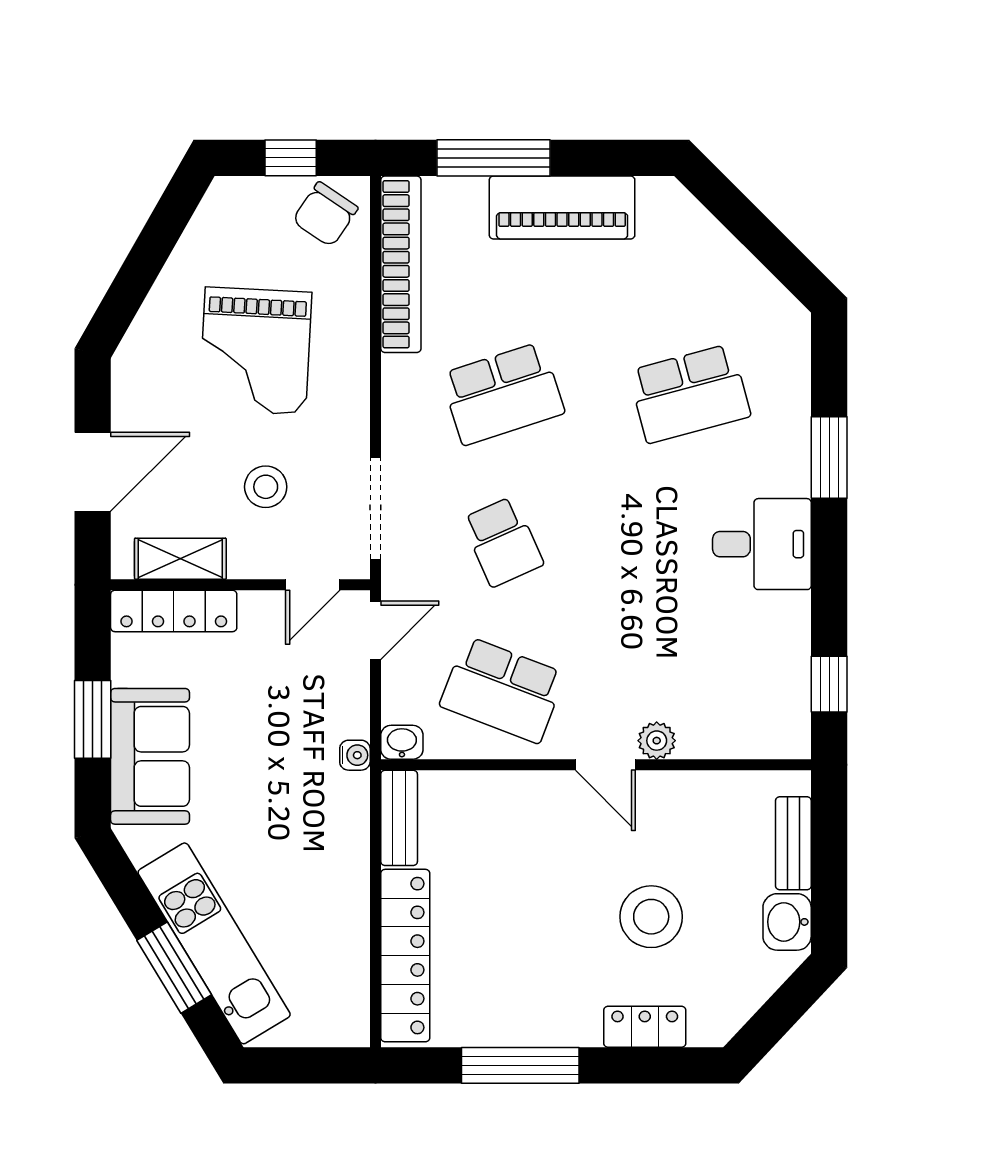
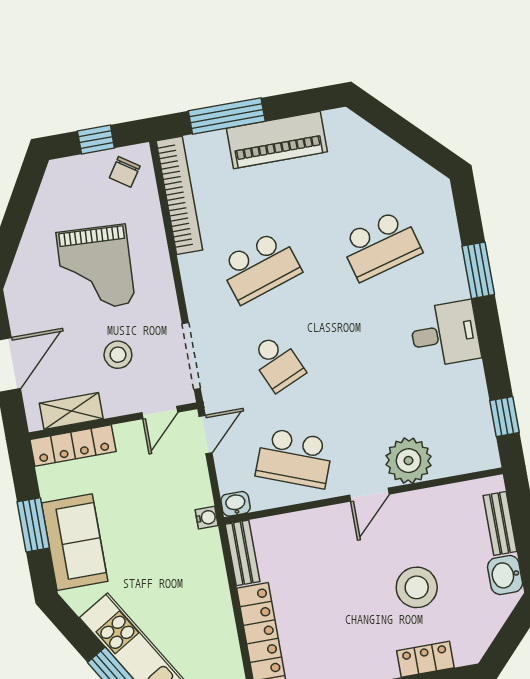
chair: (325, 214) -> (125, 172), width x0.73, depth x0.73
plant: (657, 741) -> (408, 461), width x1.87, depth x1.87
door: (605, 765) -> (369, 495), hinge flipped

